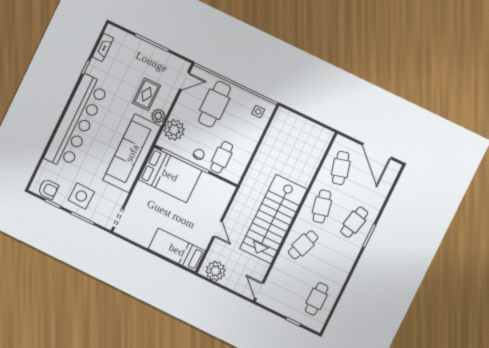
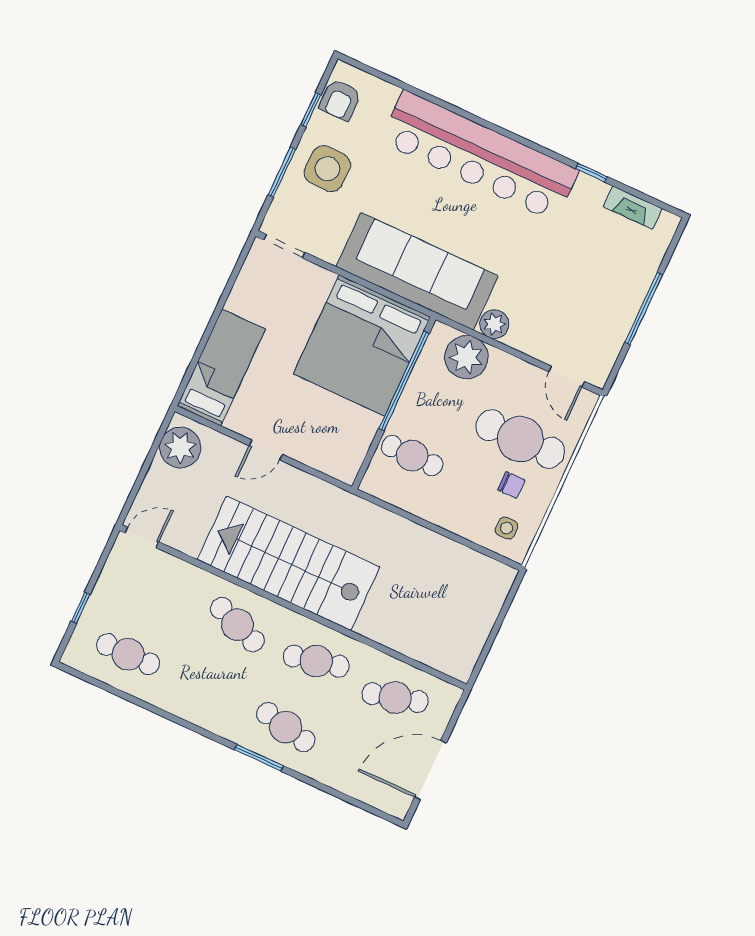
rug: (147, 94) -> (538, 299), removed
chair: (199, 154) -> (511, 485), moved
bed: (170, 175) -> (362, 345), width x1.36

